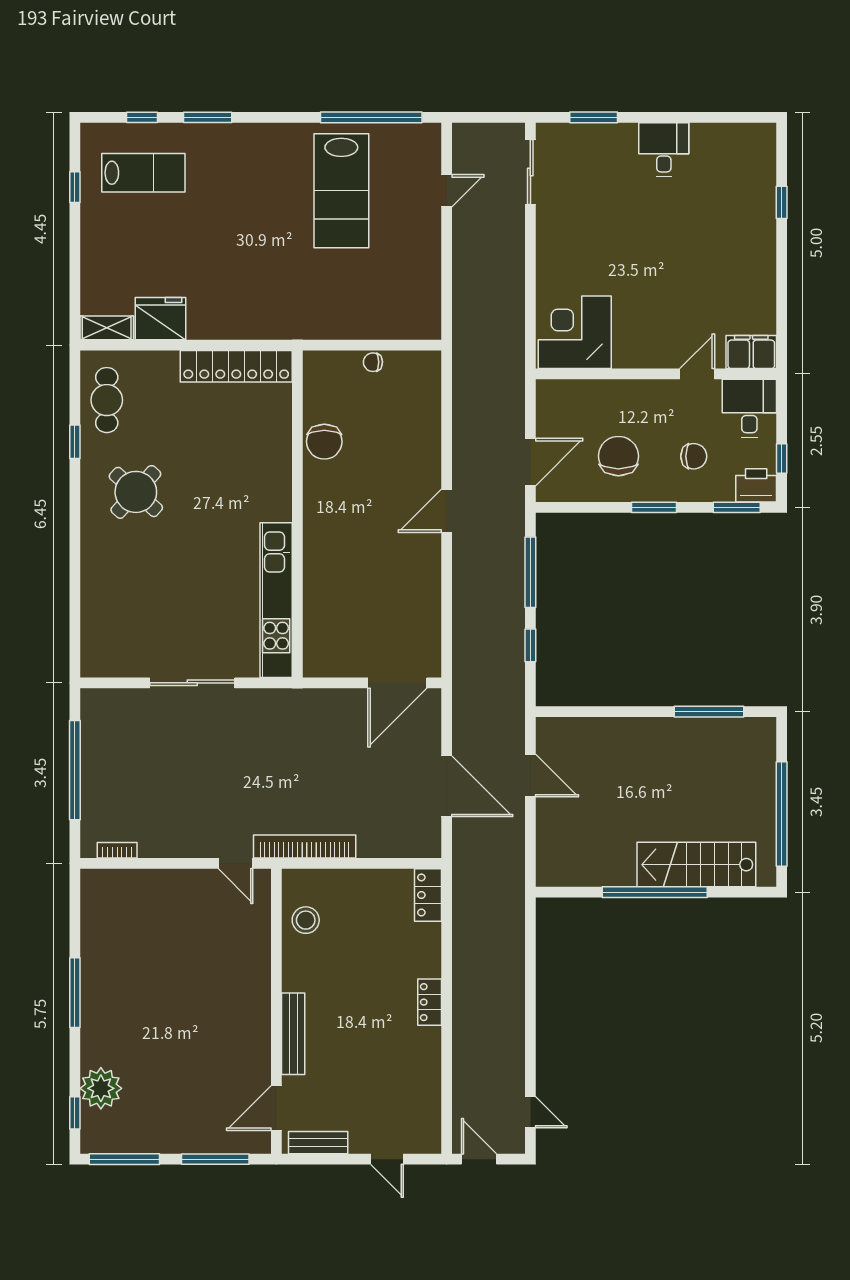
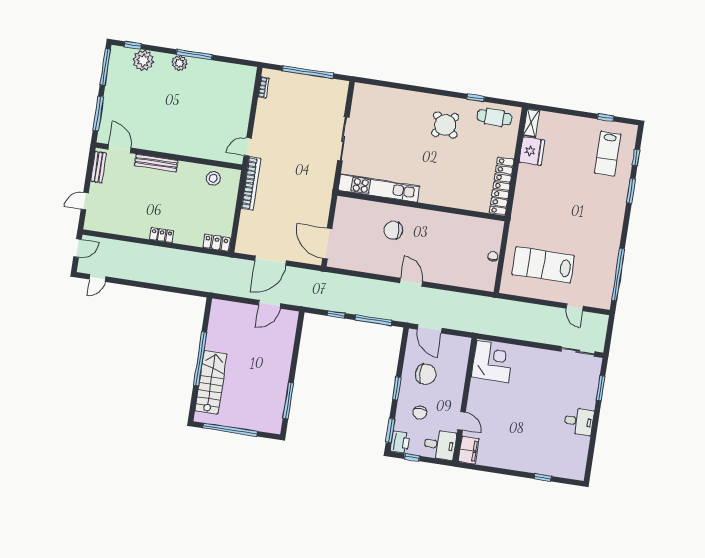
lab bench: (341, 191) -> (543, 265), moved
chair: (324, 442) -> (393, 230), moved
plant: (95, 1018) -> (179, 63), added

